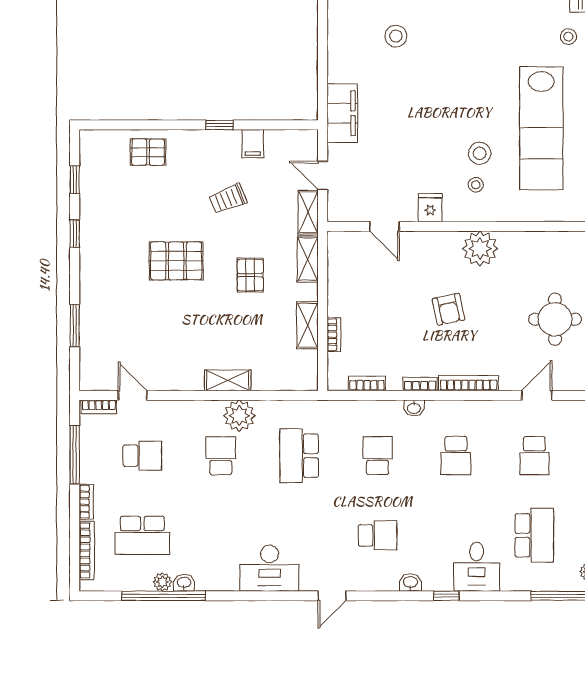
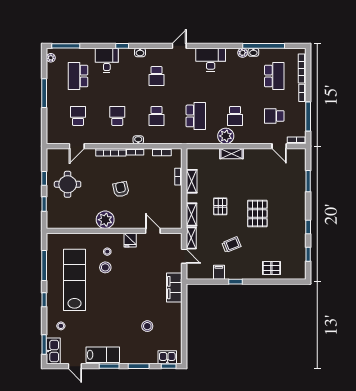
pallet: (176, 261) -> (257, 214), turned 90
school desk: (142, 535) -> (274, 76), turned 90
school desk: (377, 535) -> (157, 76), turned -90
plant: (162, 582) -> (243, 53), moved

